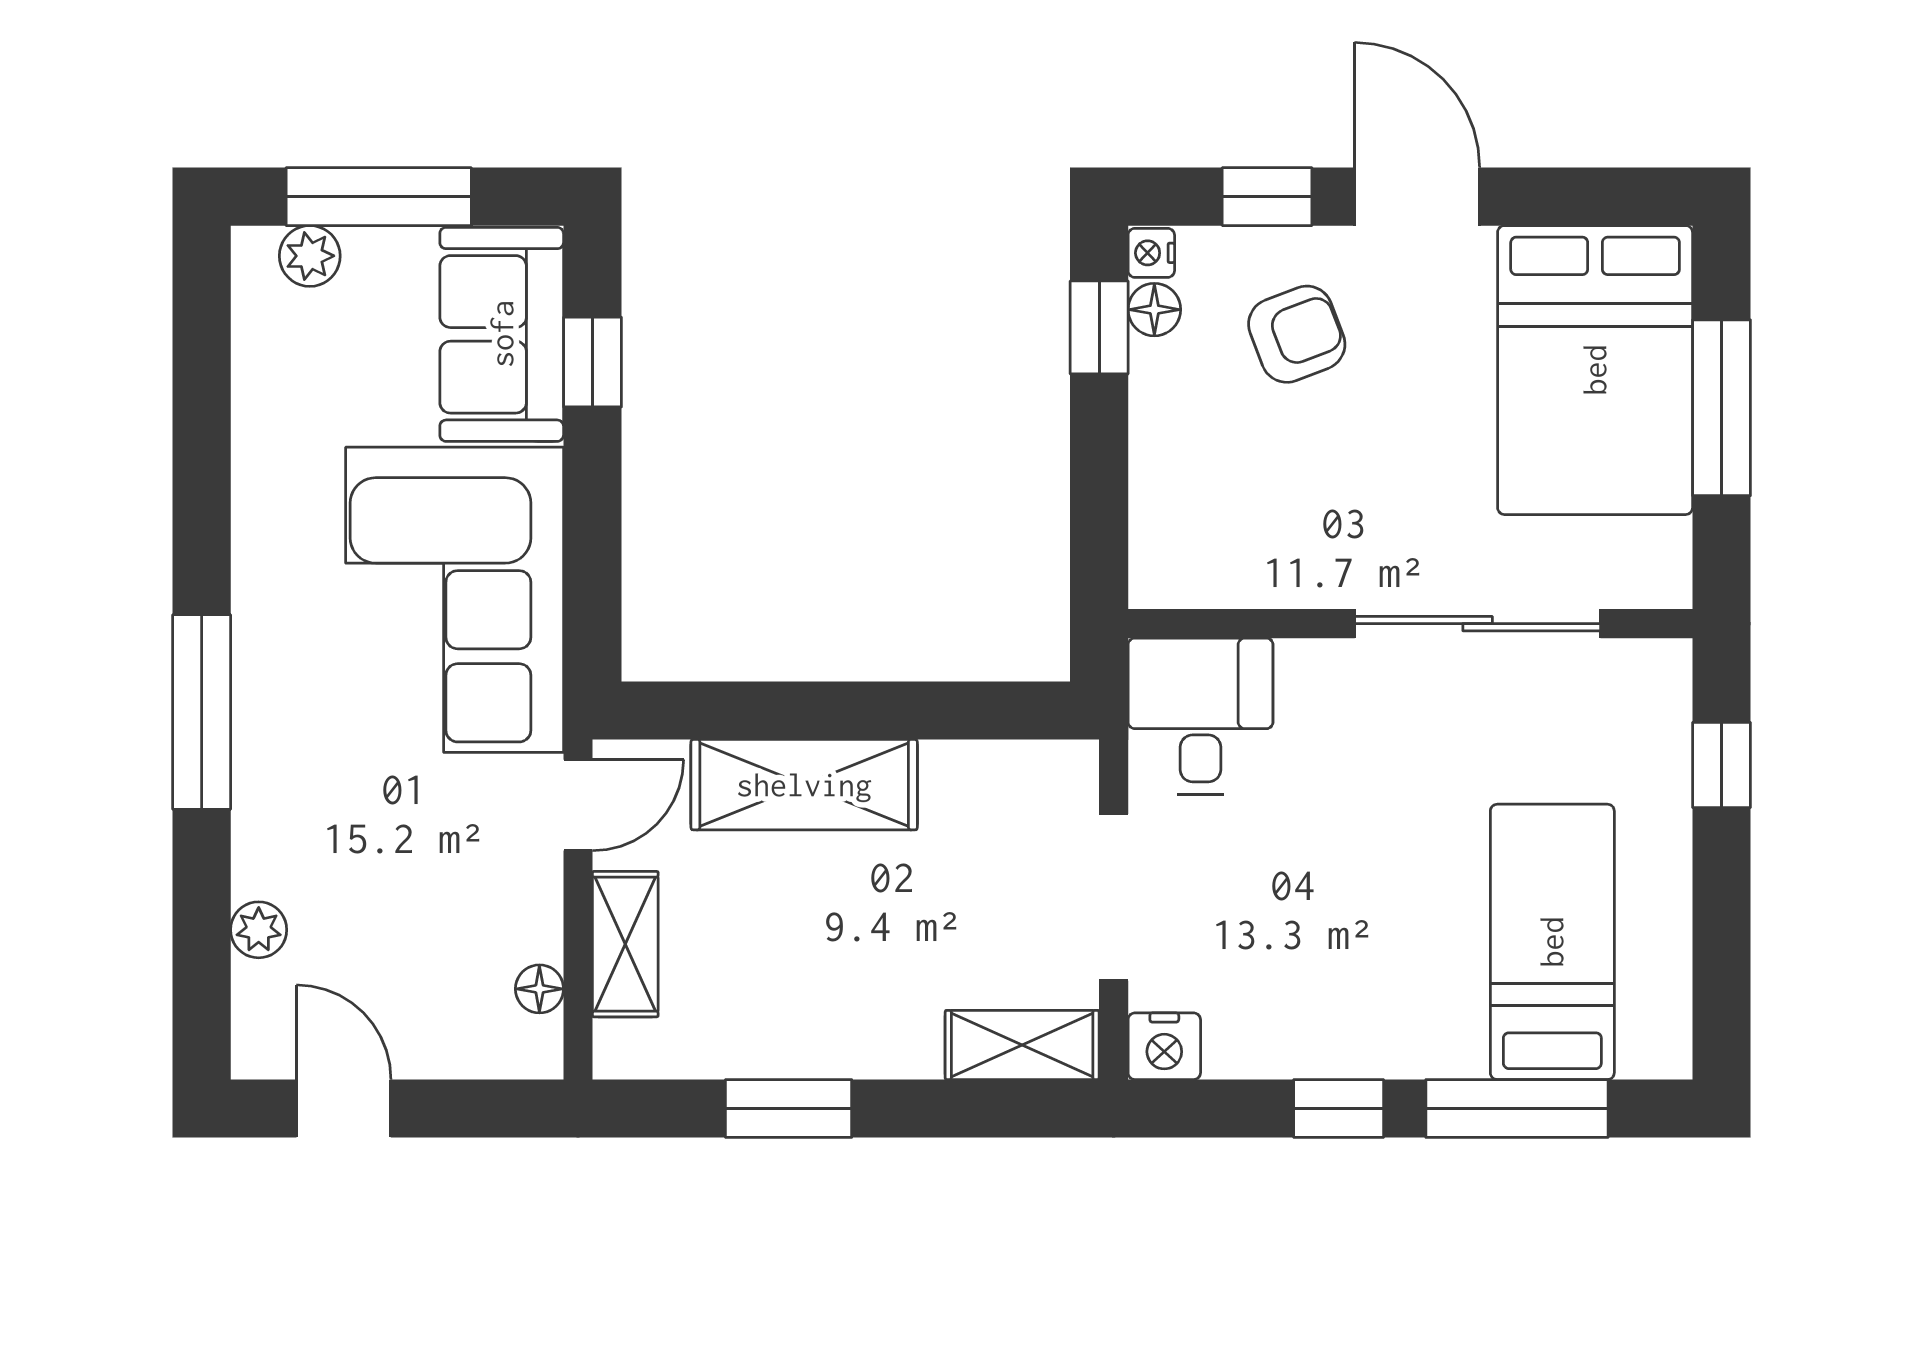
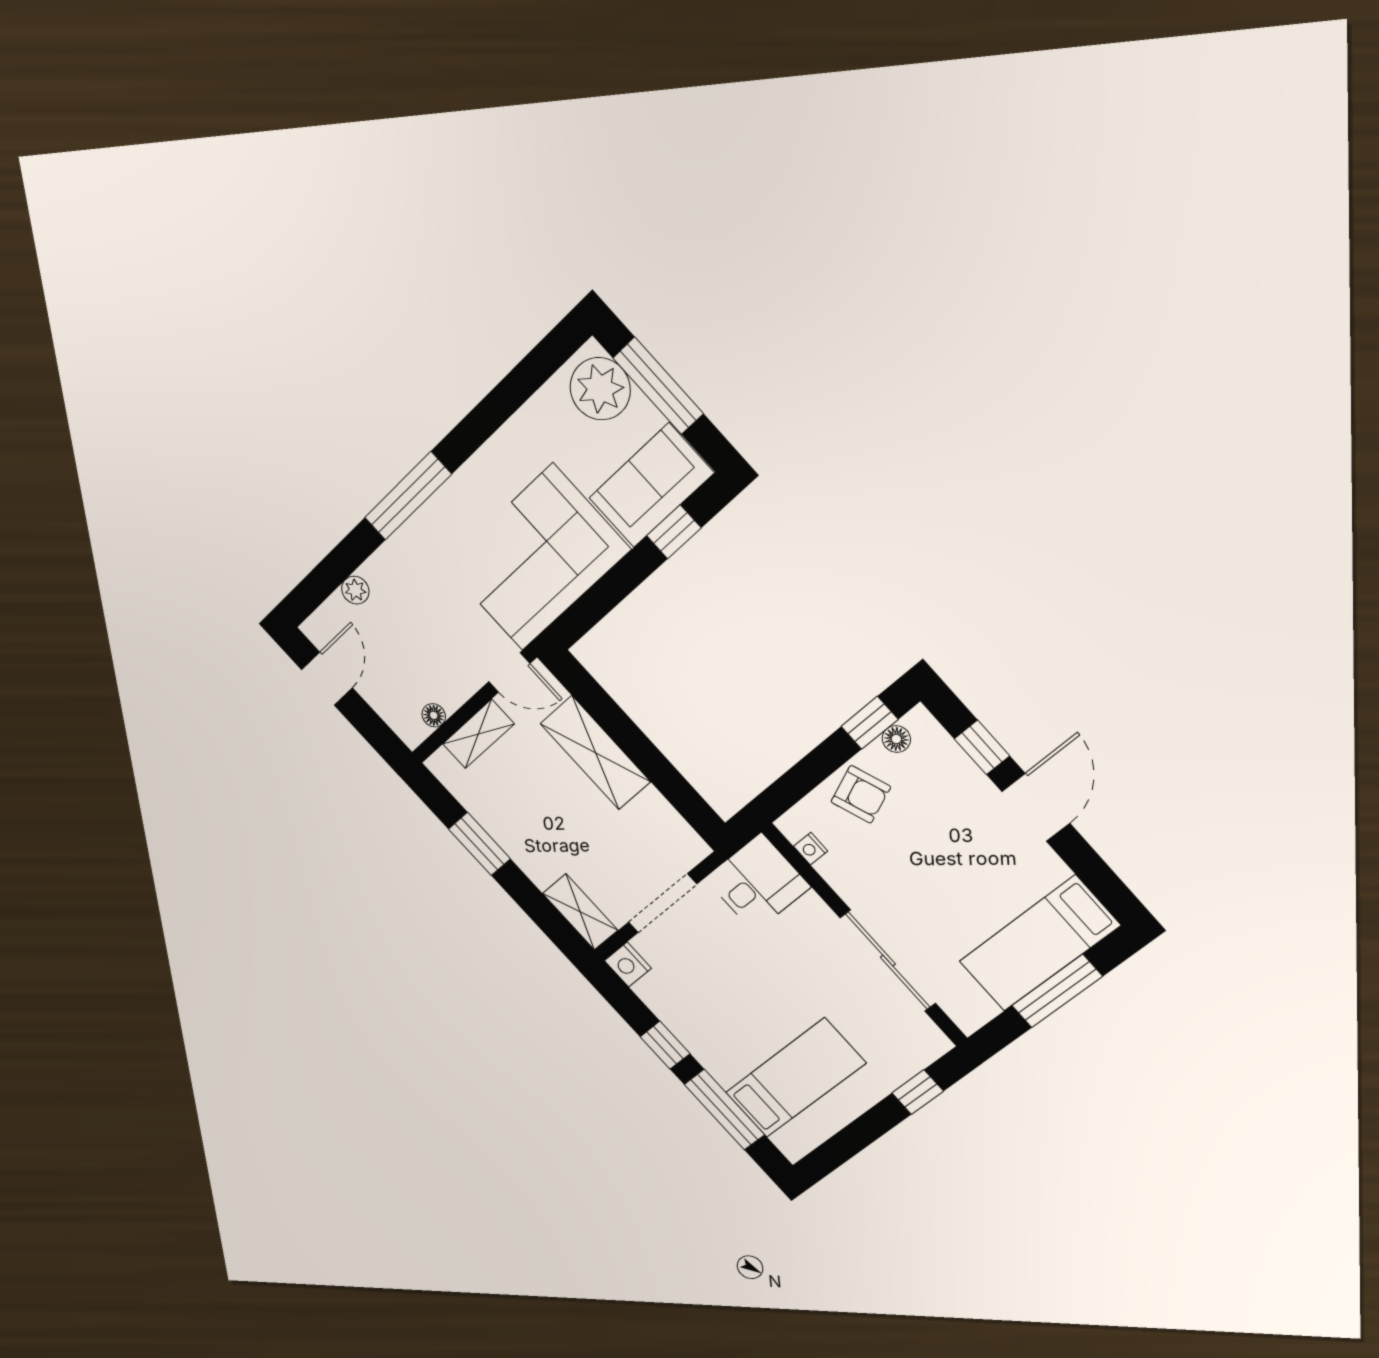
nightstand: (1151, 253) -> (811, 849), moved, turned -90
plant: (310, 256) -> (600, 389), width x1.88, depth x1.88
armchair: (1297, 334) -> (861, 794), moved
bed: (1595, 370) -> (1039, 944), width x0.67

